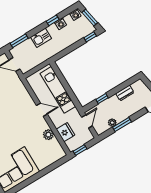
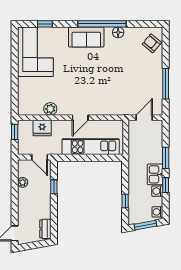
window: (90, 37) -> (125, 201), moved
kitchen sink: (41, 38) -> (155, 174), moved
window: (19, 41) -> (166, 158), moved
dresser: (125, 93) -> (45, 229), moved
window: (122, 125) -> (15, 191), removed

